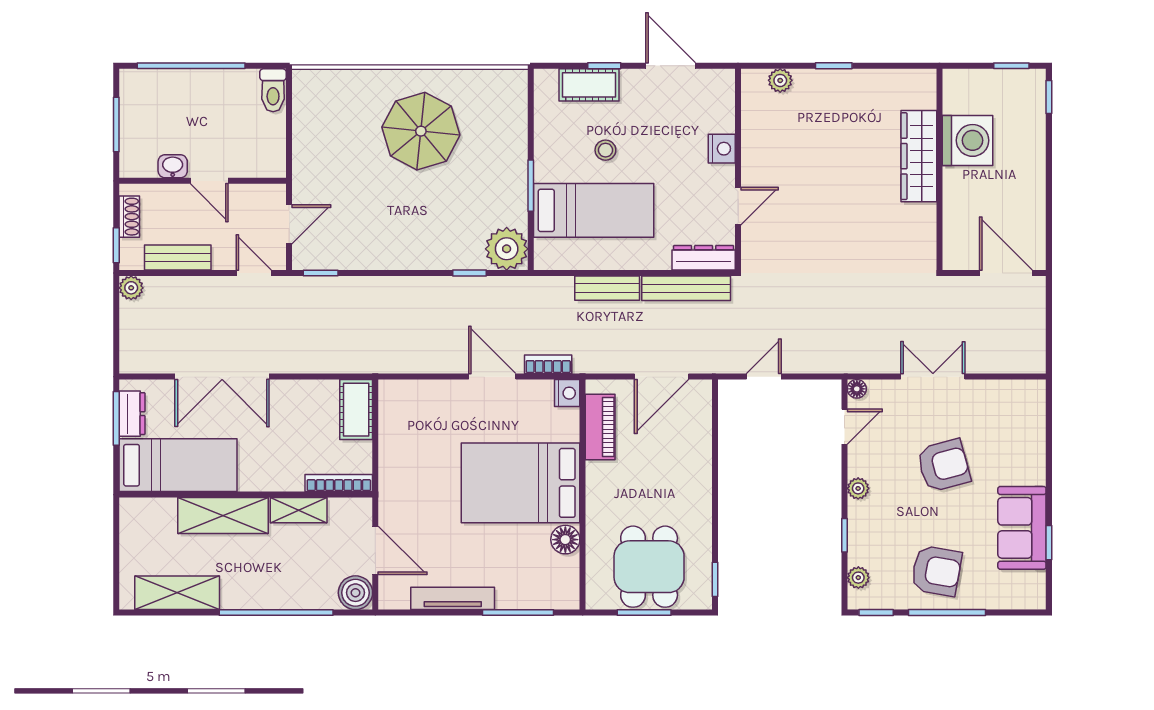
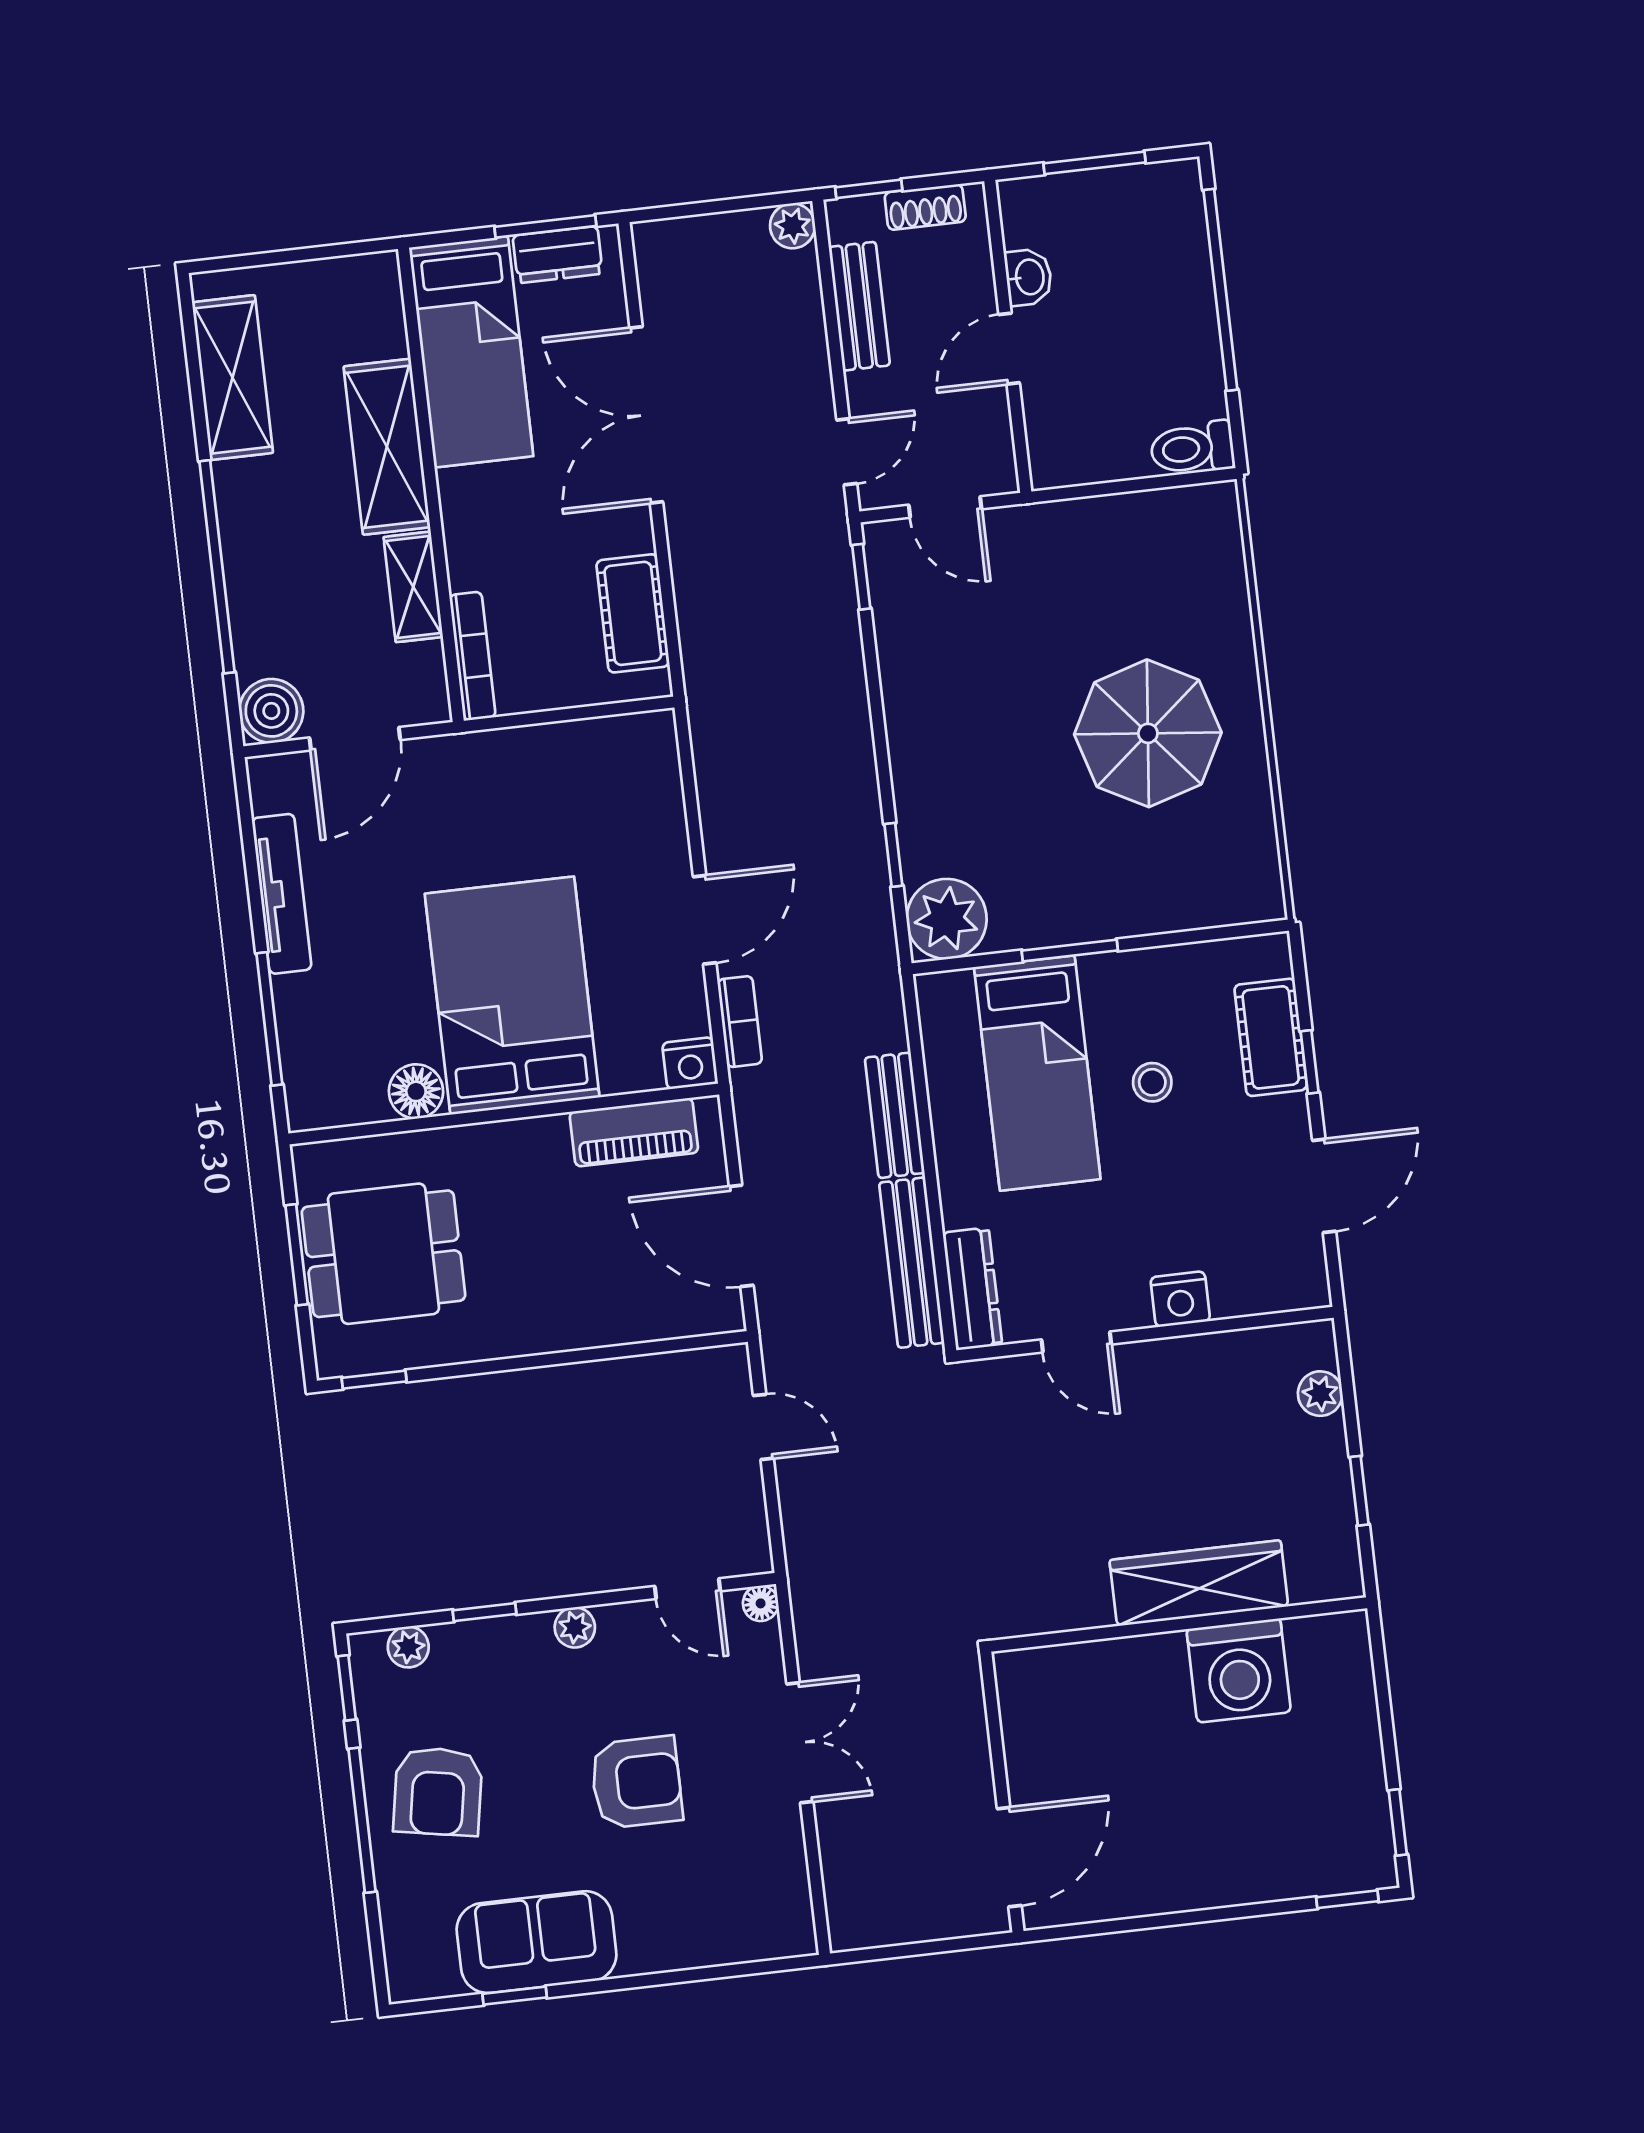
washing machine: (968, 140) -> (1239, 1671), moved
wardrobe: (919, 156) -> (1199, 1583), moved
wall: (940, 169) -> (1179, 1624), moved
cot: (356, 410) -> (633, 613), moved, turned 90
armchair: (944, 465) -> (636, 1782), turned -75

